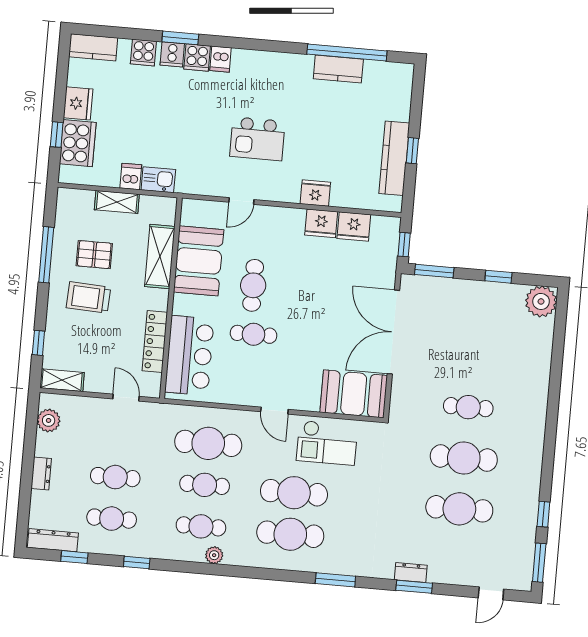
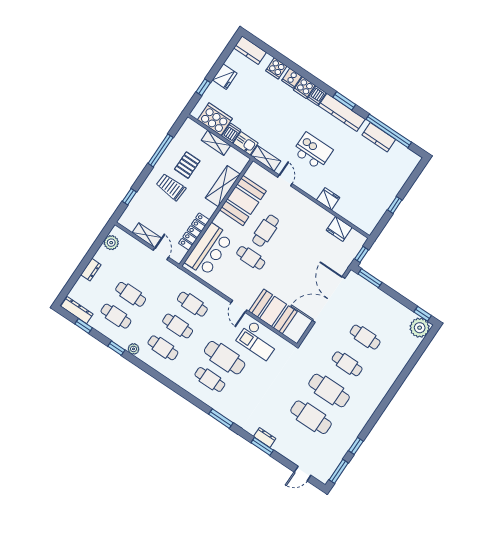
window: (180, 38) -> (344, 101), moved
kitchen island: (257, 139) -> (313, 151), turned 180
cooker: (78, 143) -> (215, 119), moved, turned -90
kitchen counter: (394, 158) -> (342, 112), moved, turned -90
shelving: (198, 185) -> (266, 158), added
door: (241, 201) -> (285, 180), swing flipped
fridge: (321, 223) -> (322, 217), removed
pallet: (94, 255) -> (187, 165), turned 90
window: (498, 277) -> (423, 314), moved
cafe table: (473, 356) -> (365, 337), added
shelving: (62, 380) -> (147, 235), moved
booth: (354, 394) -> (273, 311), moved
cafe table: (208, 443) -> (192, 304), width x0.73, depth x0.74
cafe table: (290, 534) -> (210, 379), width x0.73, depth x0.74
plant: (214, 555) -> (133, 349), moved

